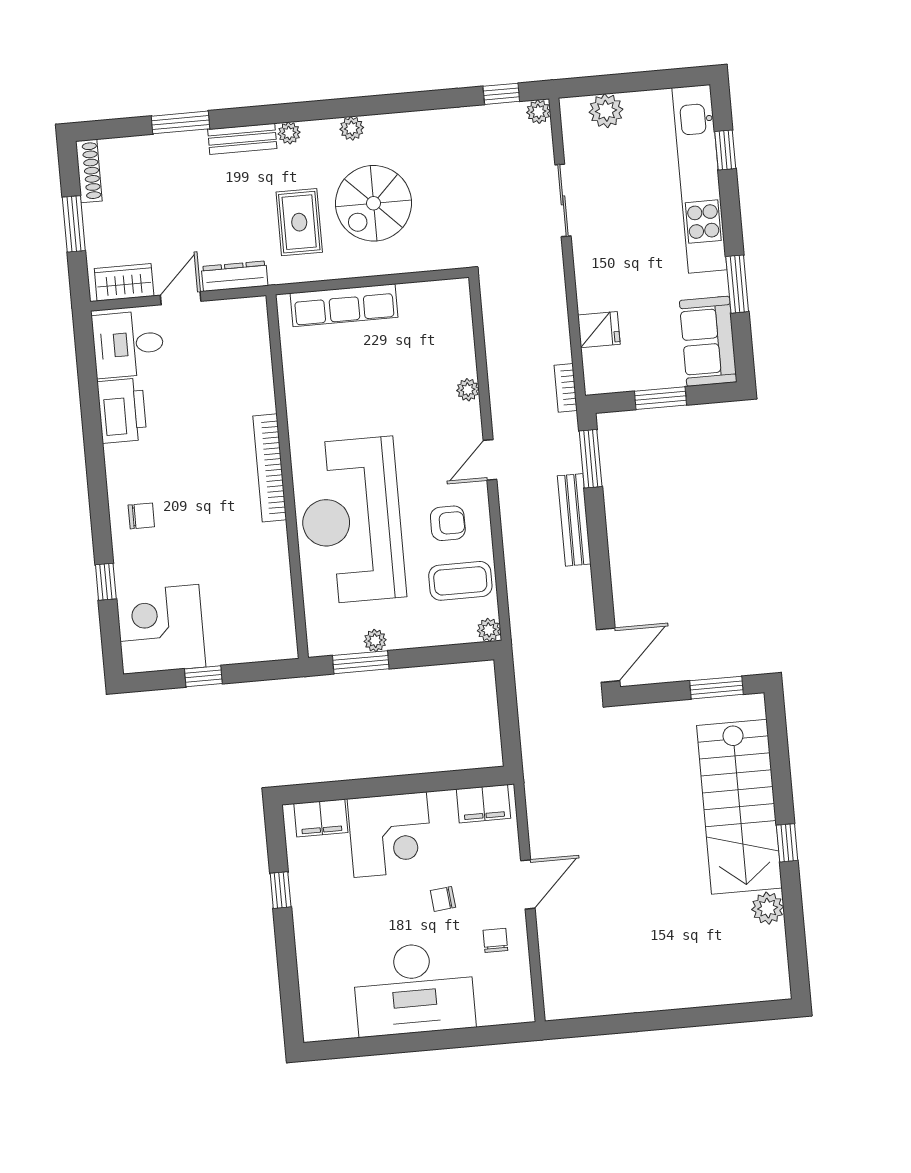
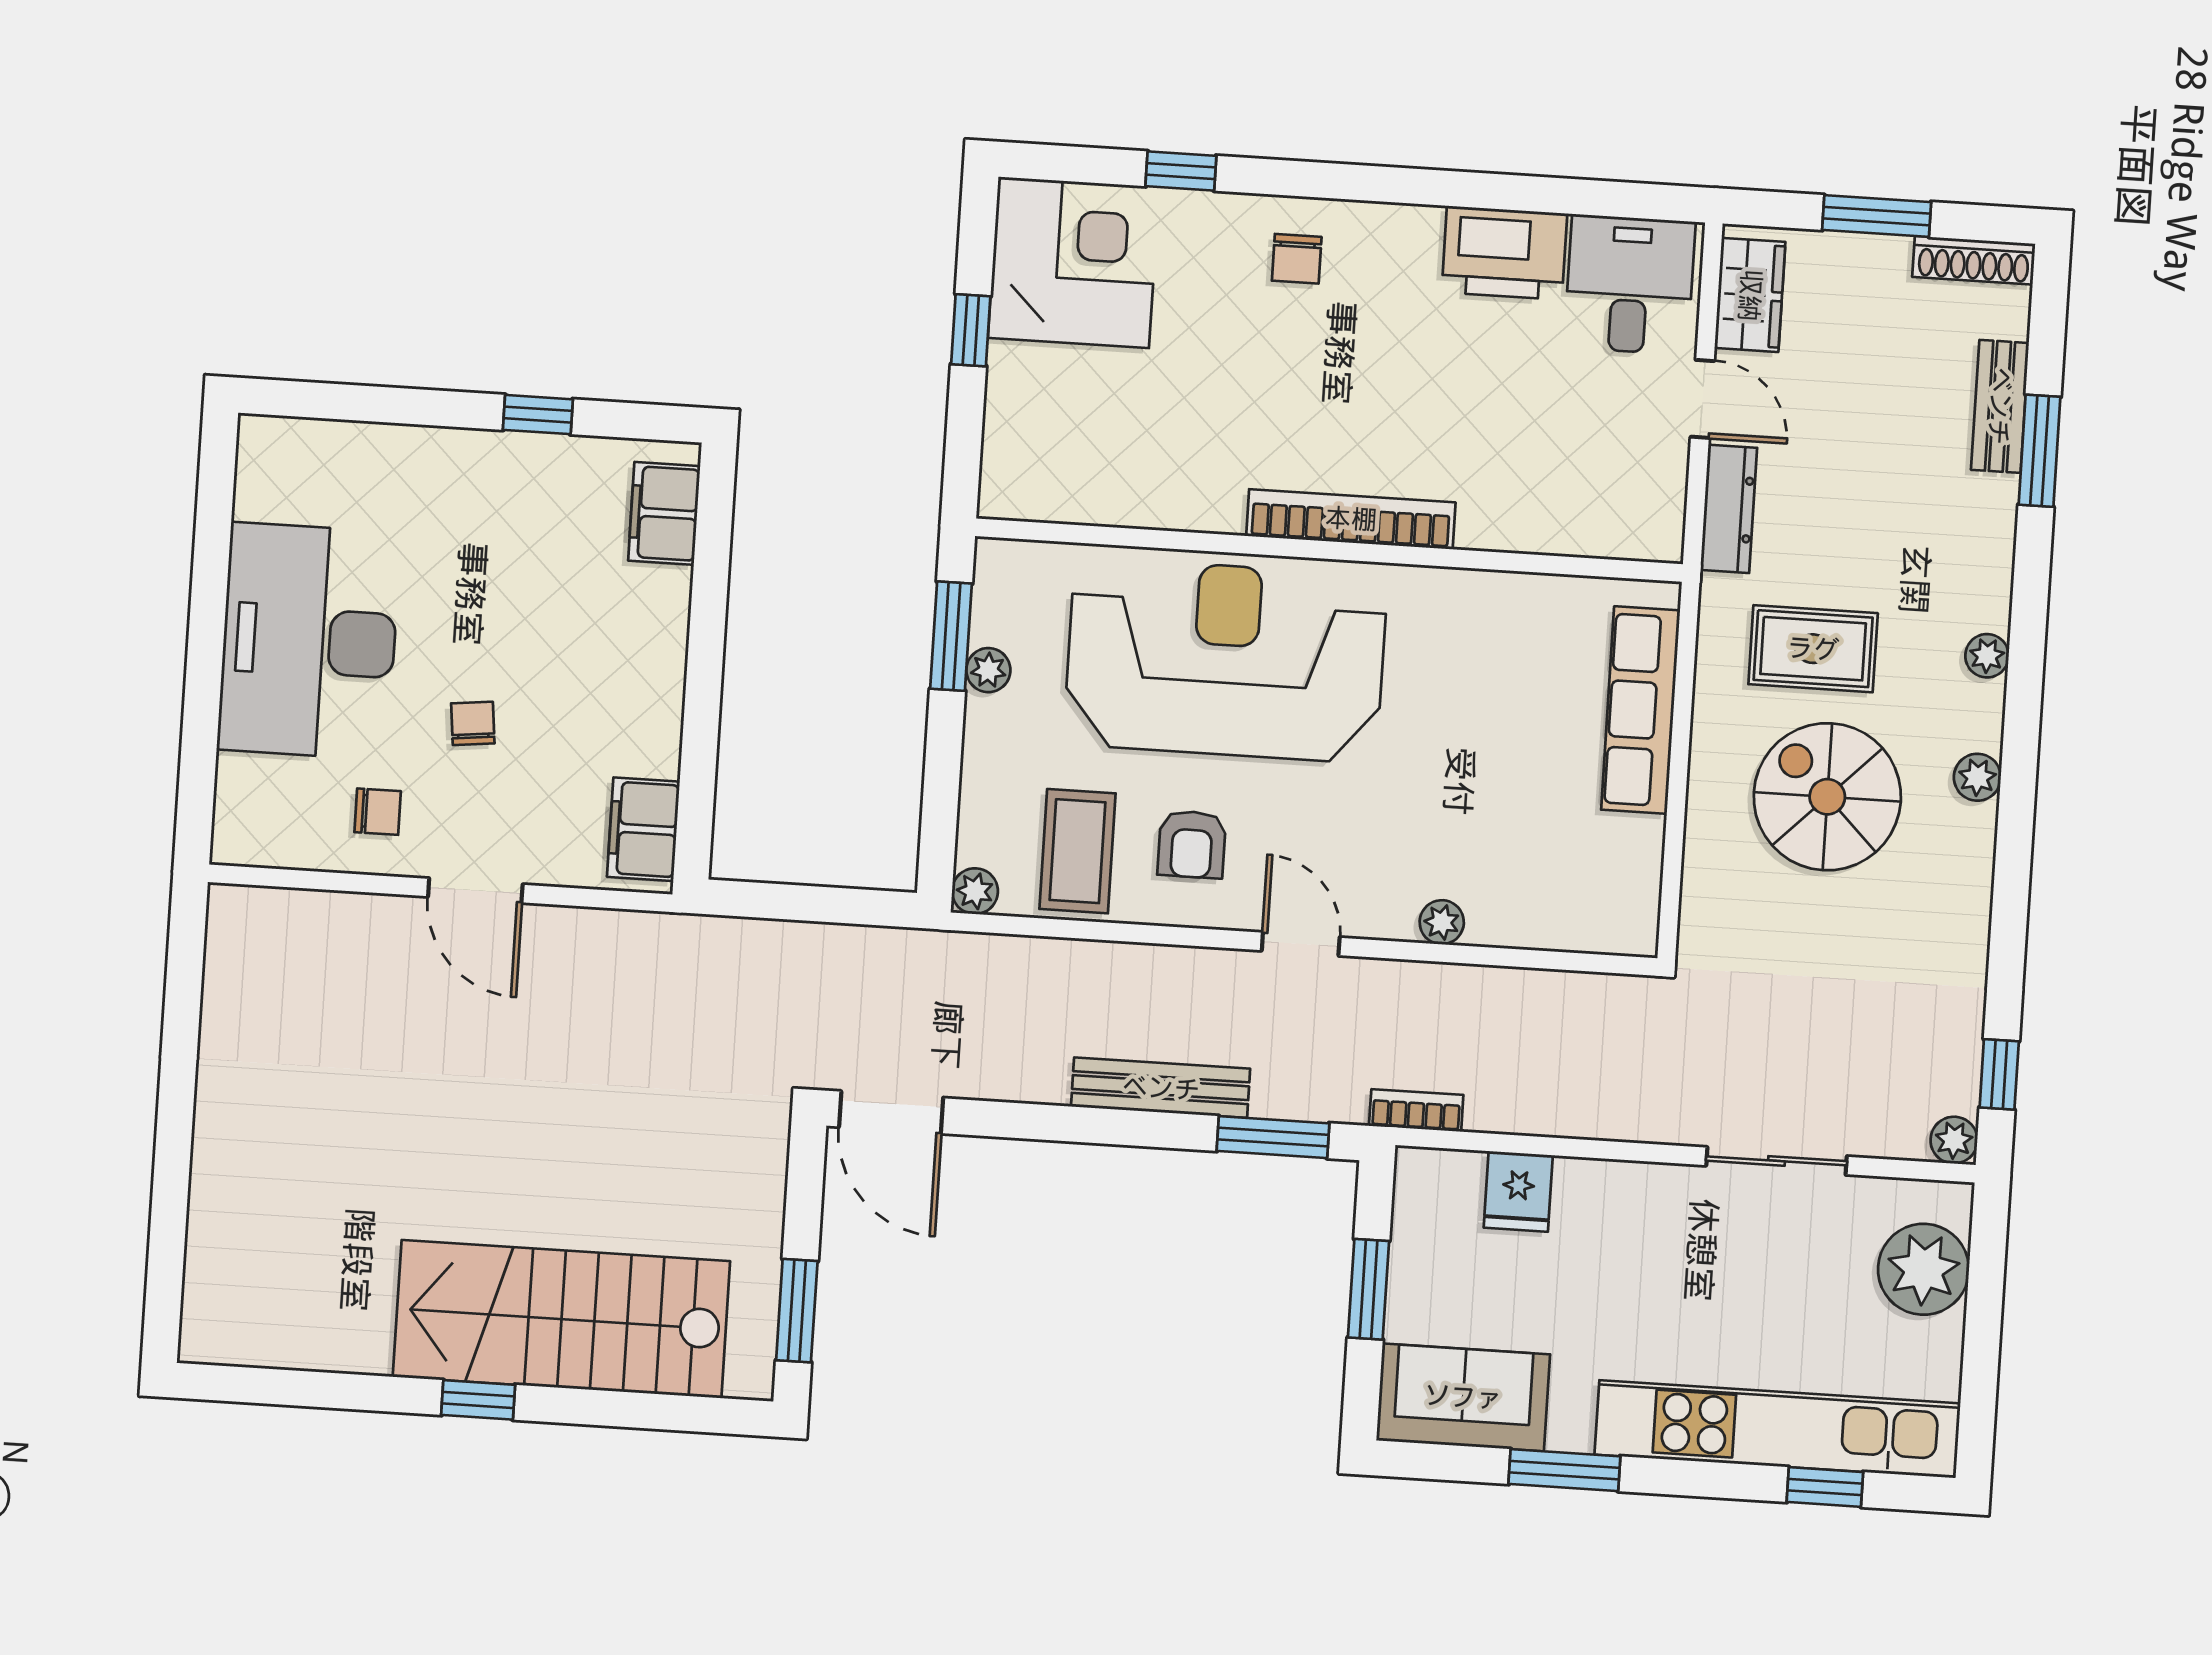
plant: (606, 111) -> (1924, 1269), width x1.36, depth x1.36
bench: (242, 139) -> (2000, 406), moved
corner desk: (390, 835) -> (612, 641), removed
plant: (768, 908) -> (359, 1343), removed

